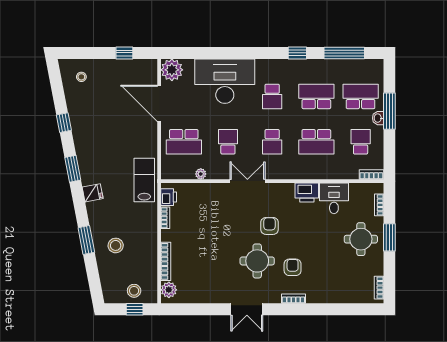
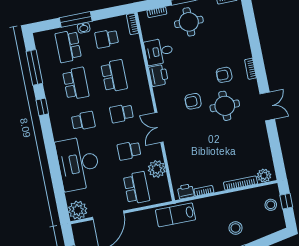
school desk: (316, 96) -> (76, 84), turned 180
school desk: (272, 142) -> (122, 113), turned 180
plant: (201, 174) -> (157, 169), width x1.88, depth x1.88

